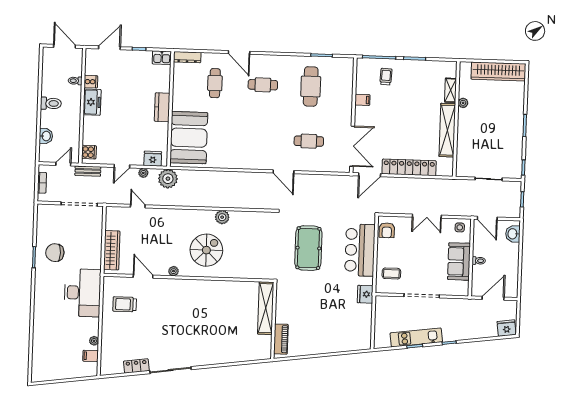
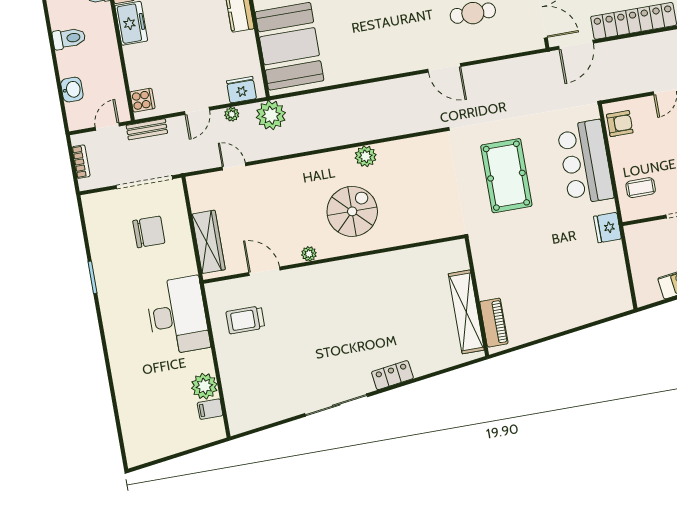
armchair: (387, 230) -> (620, 124), turned -90
chair: (55, 253) -> (149, 232), moved, turned 180
shelving: (266, 308) -> (466, 312), moved
plant: (94, 341) -> (204, 386), width x1.88, depth x1.88
locker: (136, 366) -> (392, 375), moved

